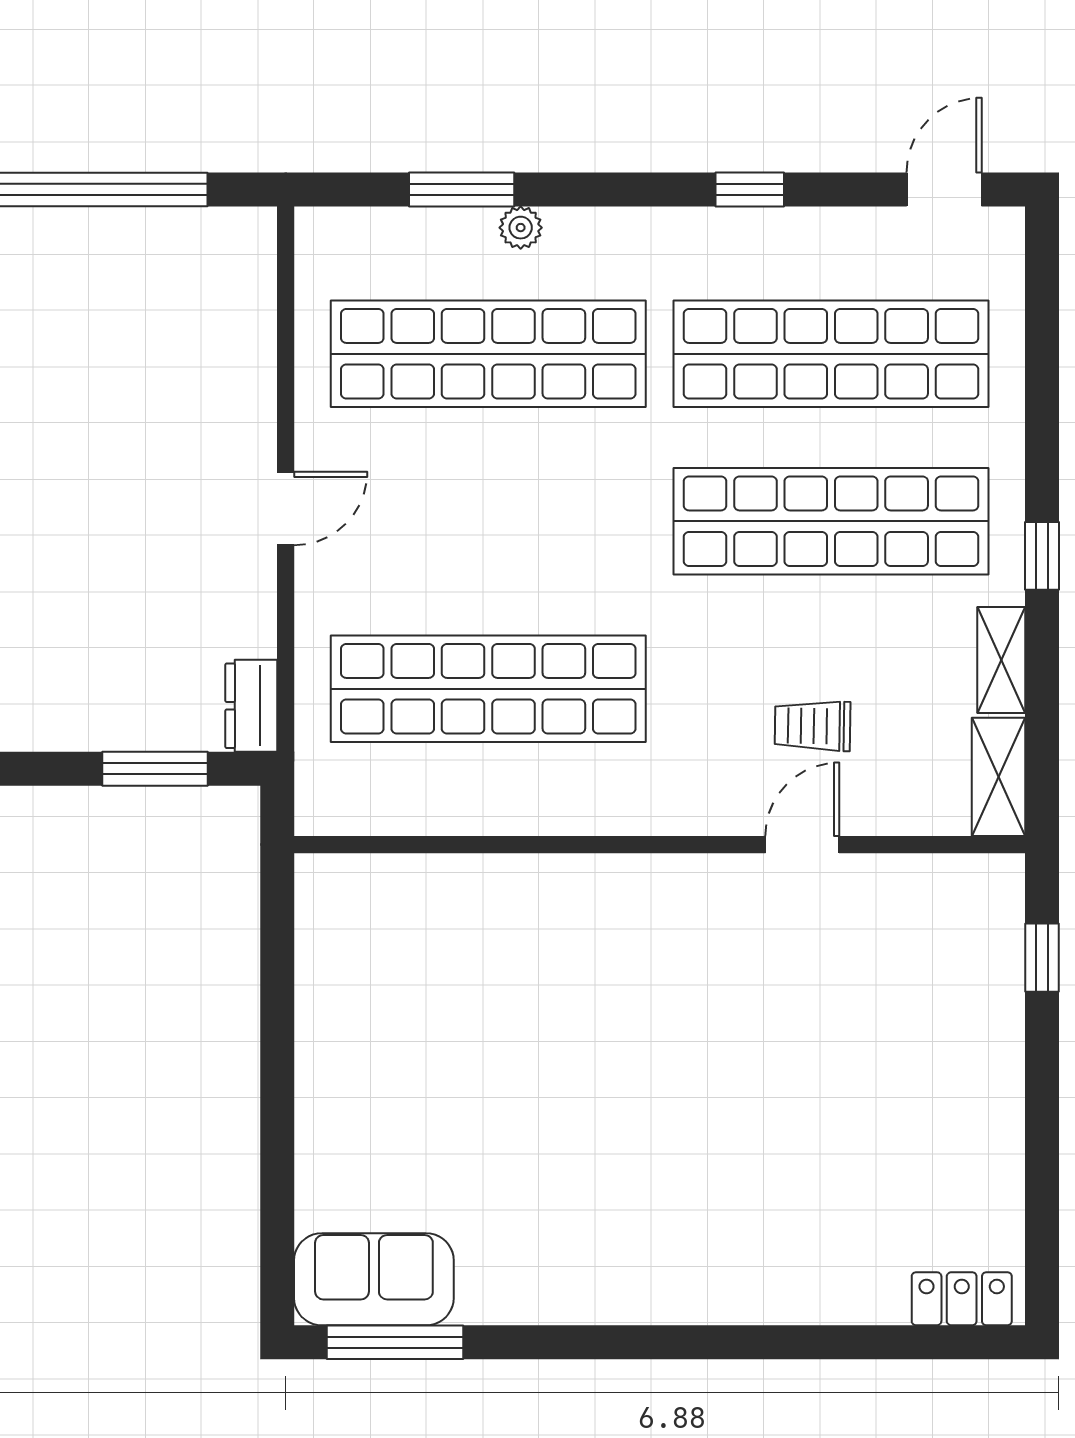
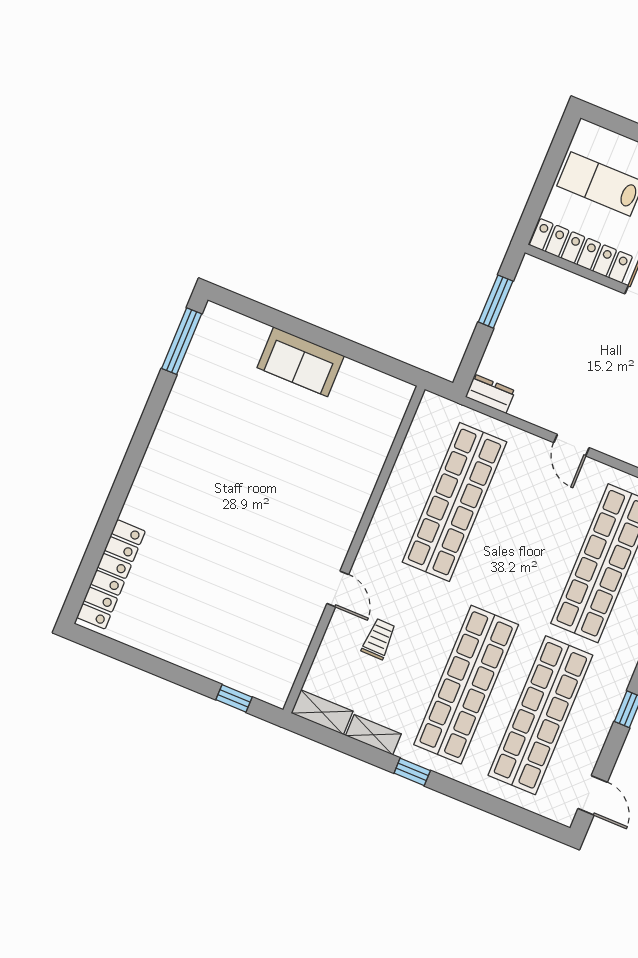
window: (155, 769) -> (496, 302), moved
door: (802, 845) -> (338, 589), moved
sofa: (374, 1279) -> (301, 362), moved, turned 90
locker: (962, 1299) -> (111, 574), width x2.16, depth x1.21

